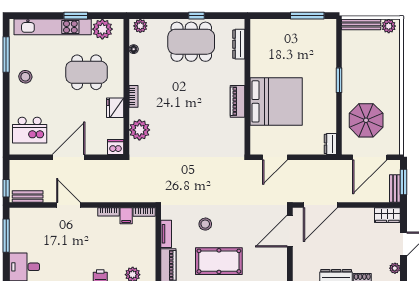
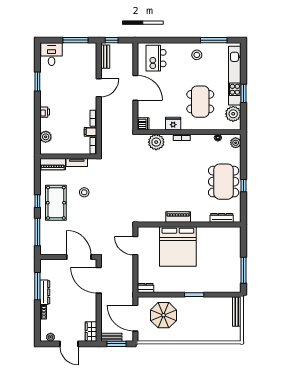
plant: (389, 26) -> (236, 332), removed

